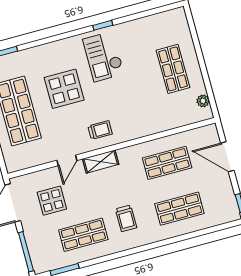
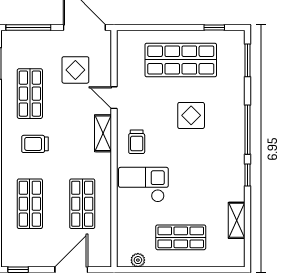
shelving: (145, 24) -> (237, 220), added
window: (63, 36) -> (248, 130), added
checkout: (103, 57) -> (143, 185), moved
display table: (64, 89) -> (191, 115), width x0.73, depth x0.73

